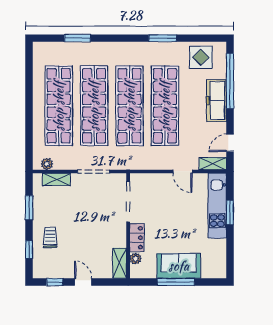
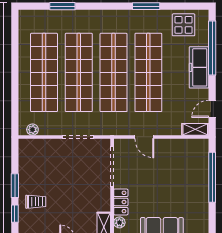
door: (182, 171) -> (144, 137), moved
shelving: (57, 179) -> (42, 145), removed
kitchen unit: (217, 206) -> (200, 171), removed
window: (29, 208) -> (15, 186), moved
window: (230, 212) -> (212, 177), width x2.11
trolley: (50, 237) -> (36, 202), turned 90

